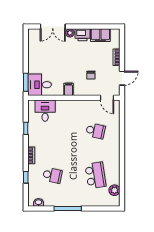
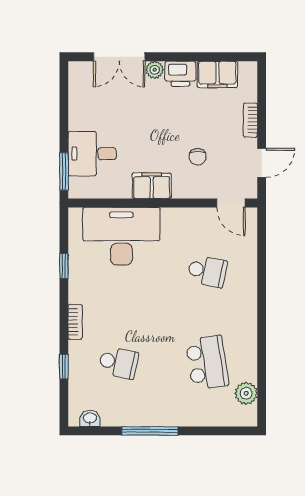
desk: (40, 85) -> (92, 154), moved
filing cabinet: (69, 89) -> (152, 186), width x2.00
desk: (45, 111) -> (121, 236), width x1.87, depth x1.30

